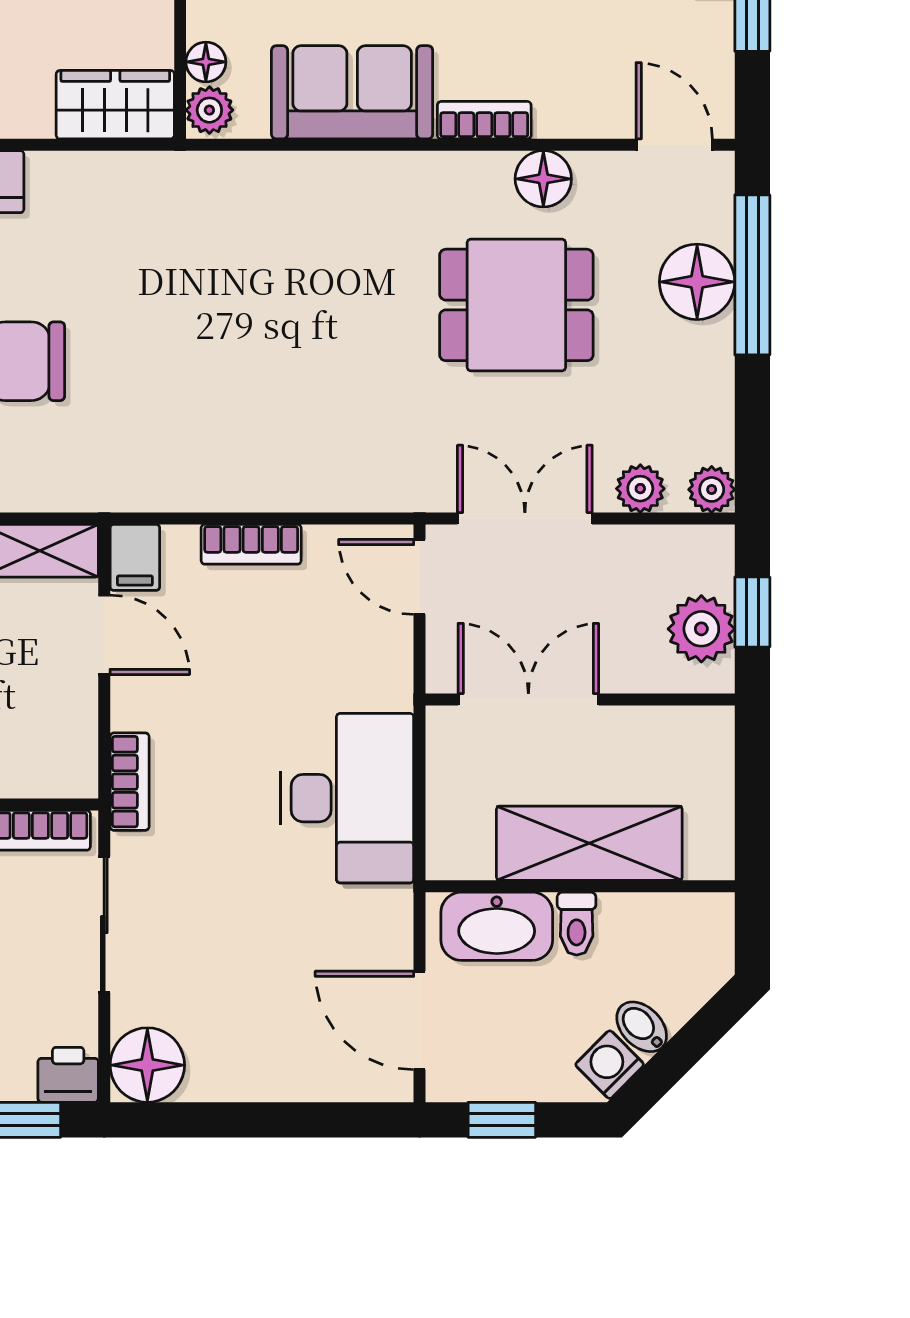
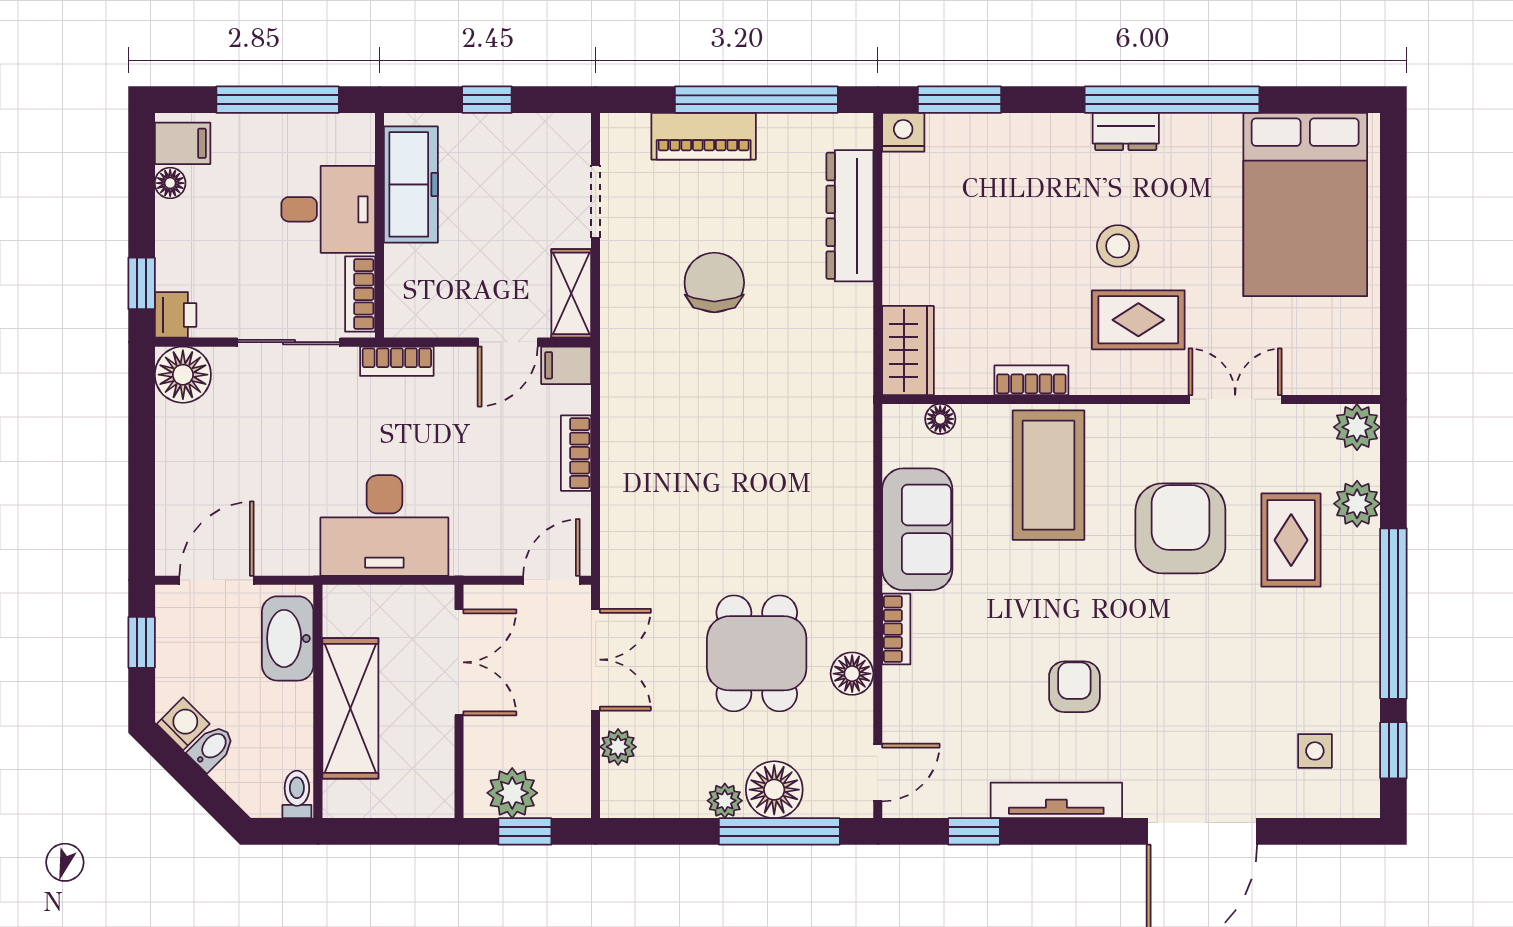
plant: (209, 110) -> (904, 422), removed
plant: (712, 489) -> (725, 801), moved
toilet: (577, 924) -> (297, 794), moved, turned 90

